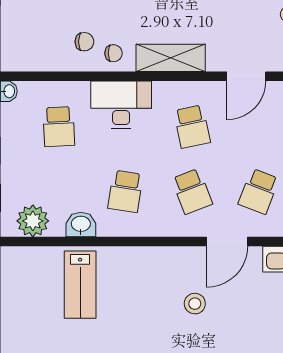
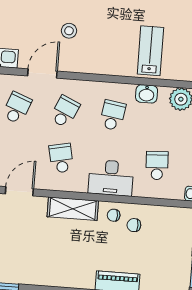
school desk: (192, 191) -> (65, 112), turned 45

